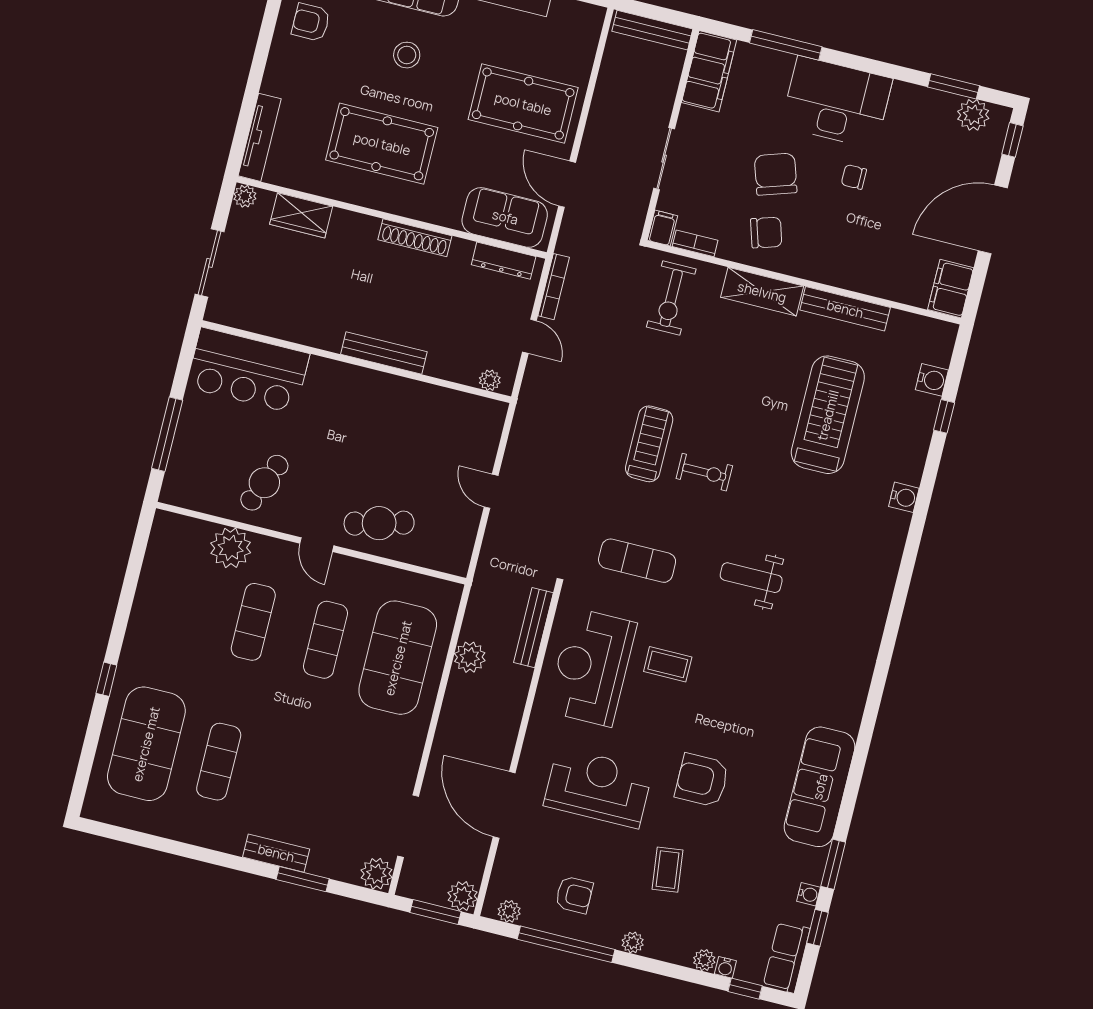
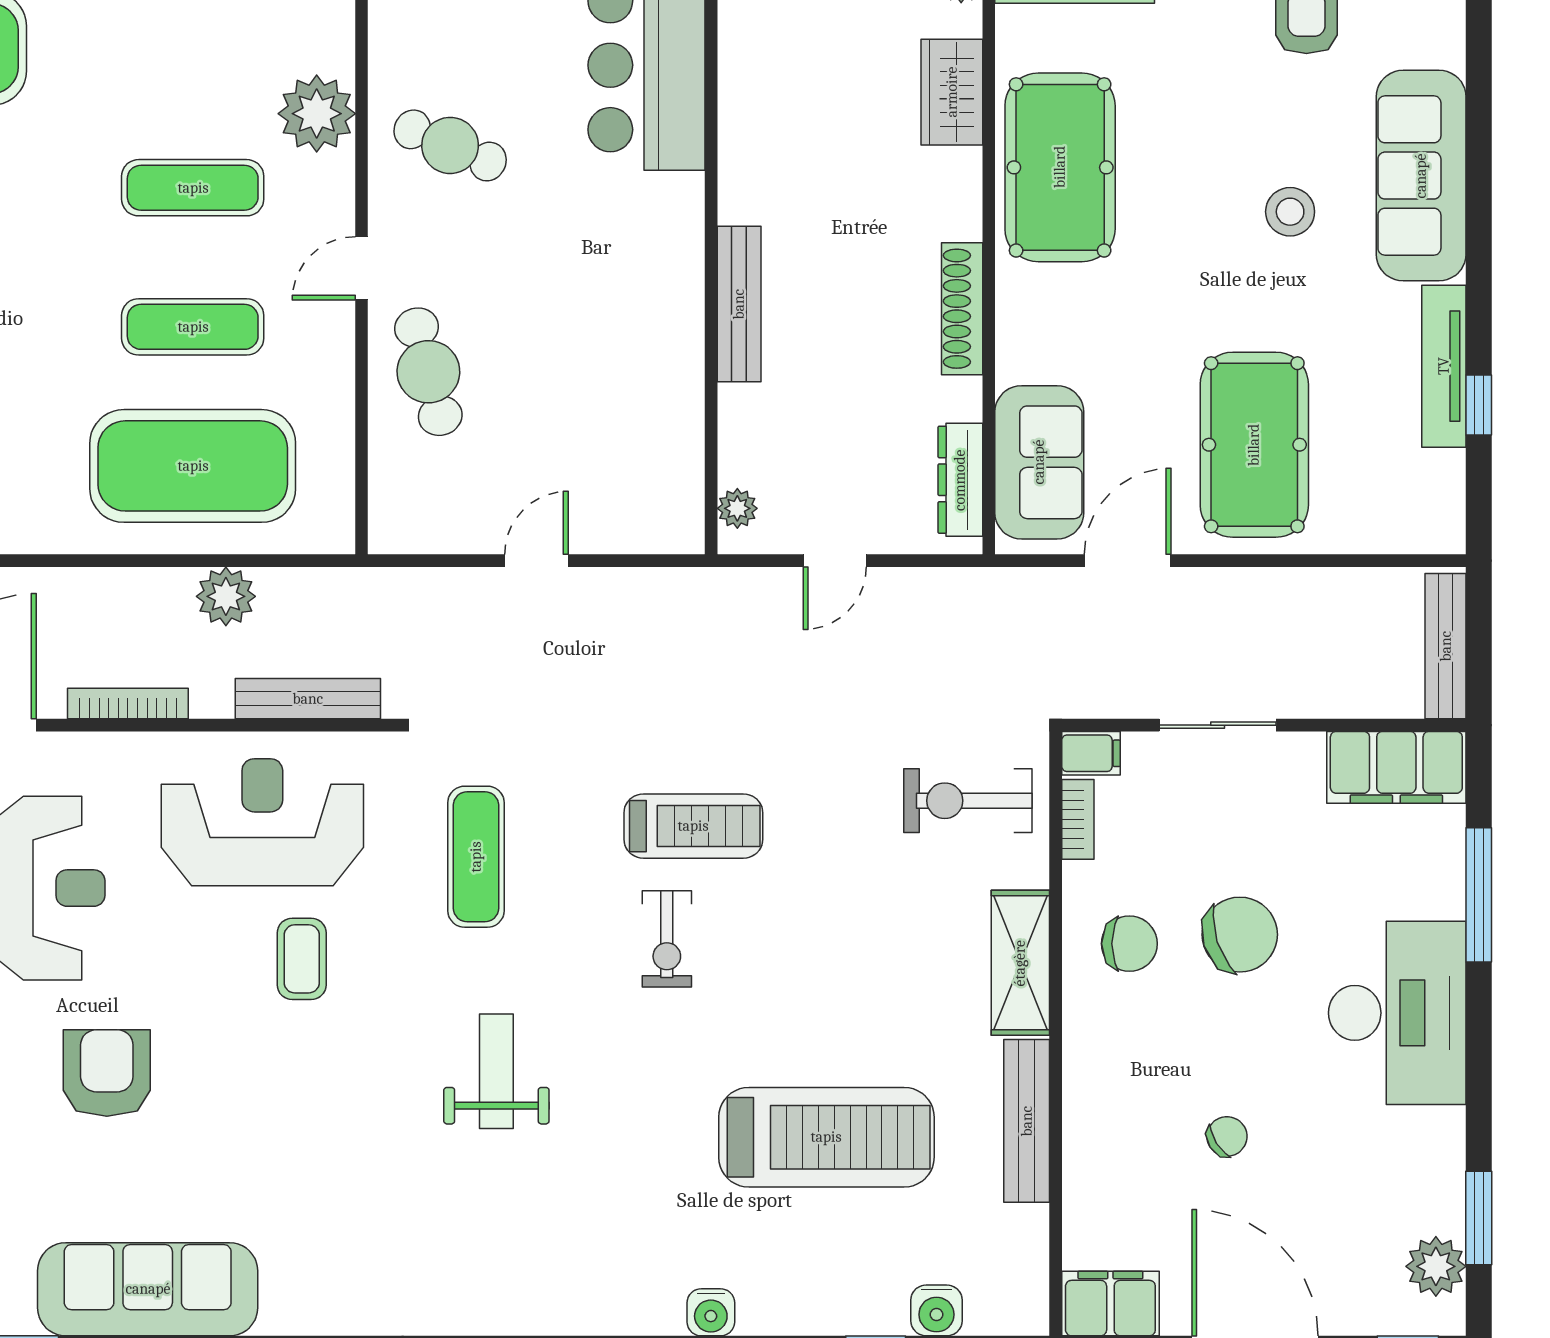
pool table: (382, 144) -> (1060, 167), moved
chair: (854, 177) -> (1227, 1136), moved, turned 58
chair: (766, 233) -> (1129, 944), turned -73
bookcase: (554, 287) -> (128, 704), moved, turned 180

